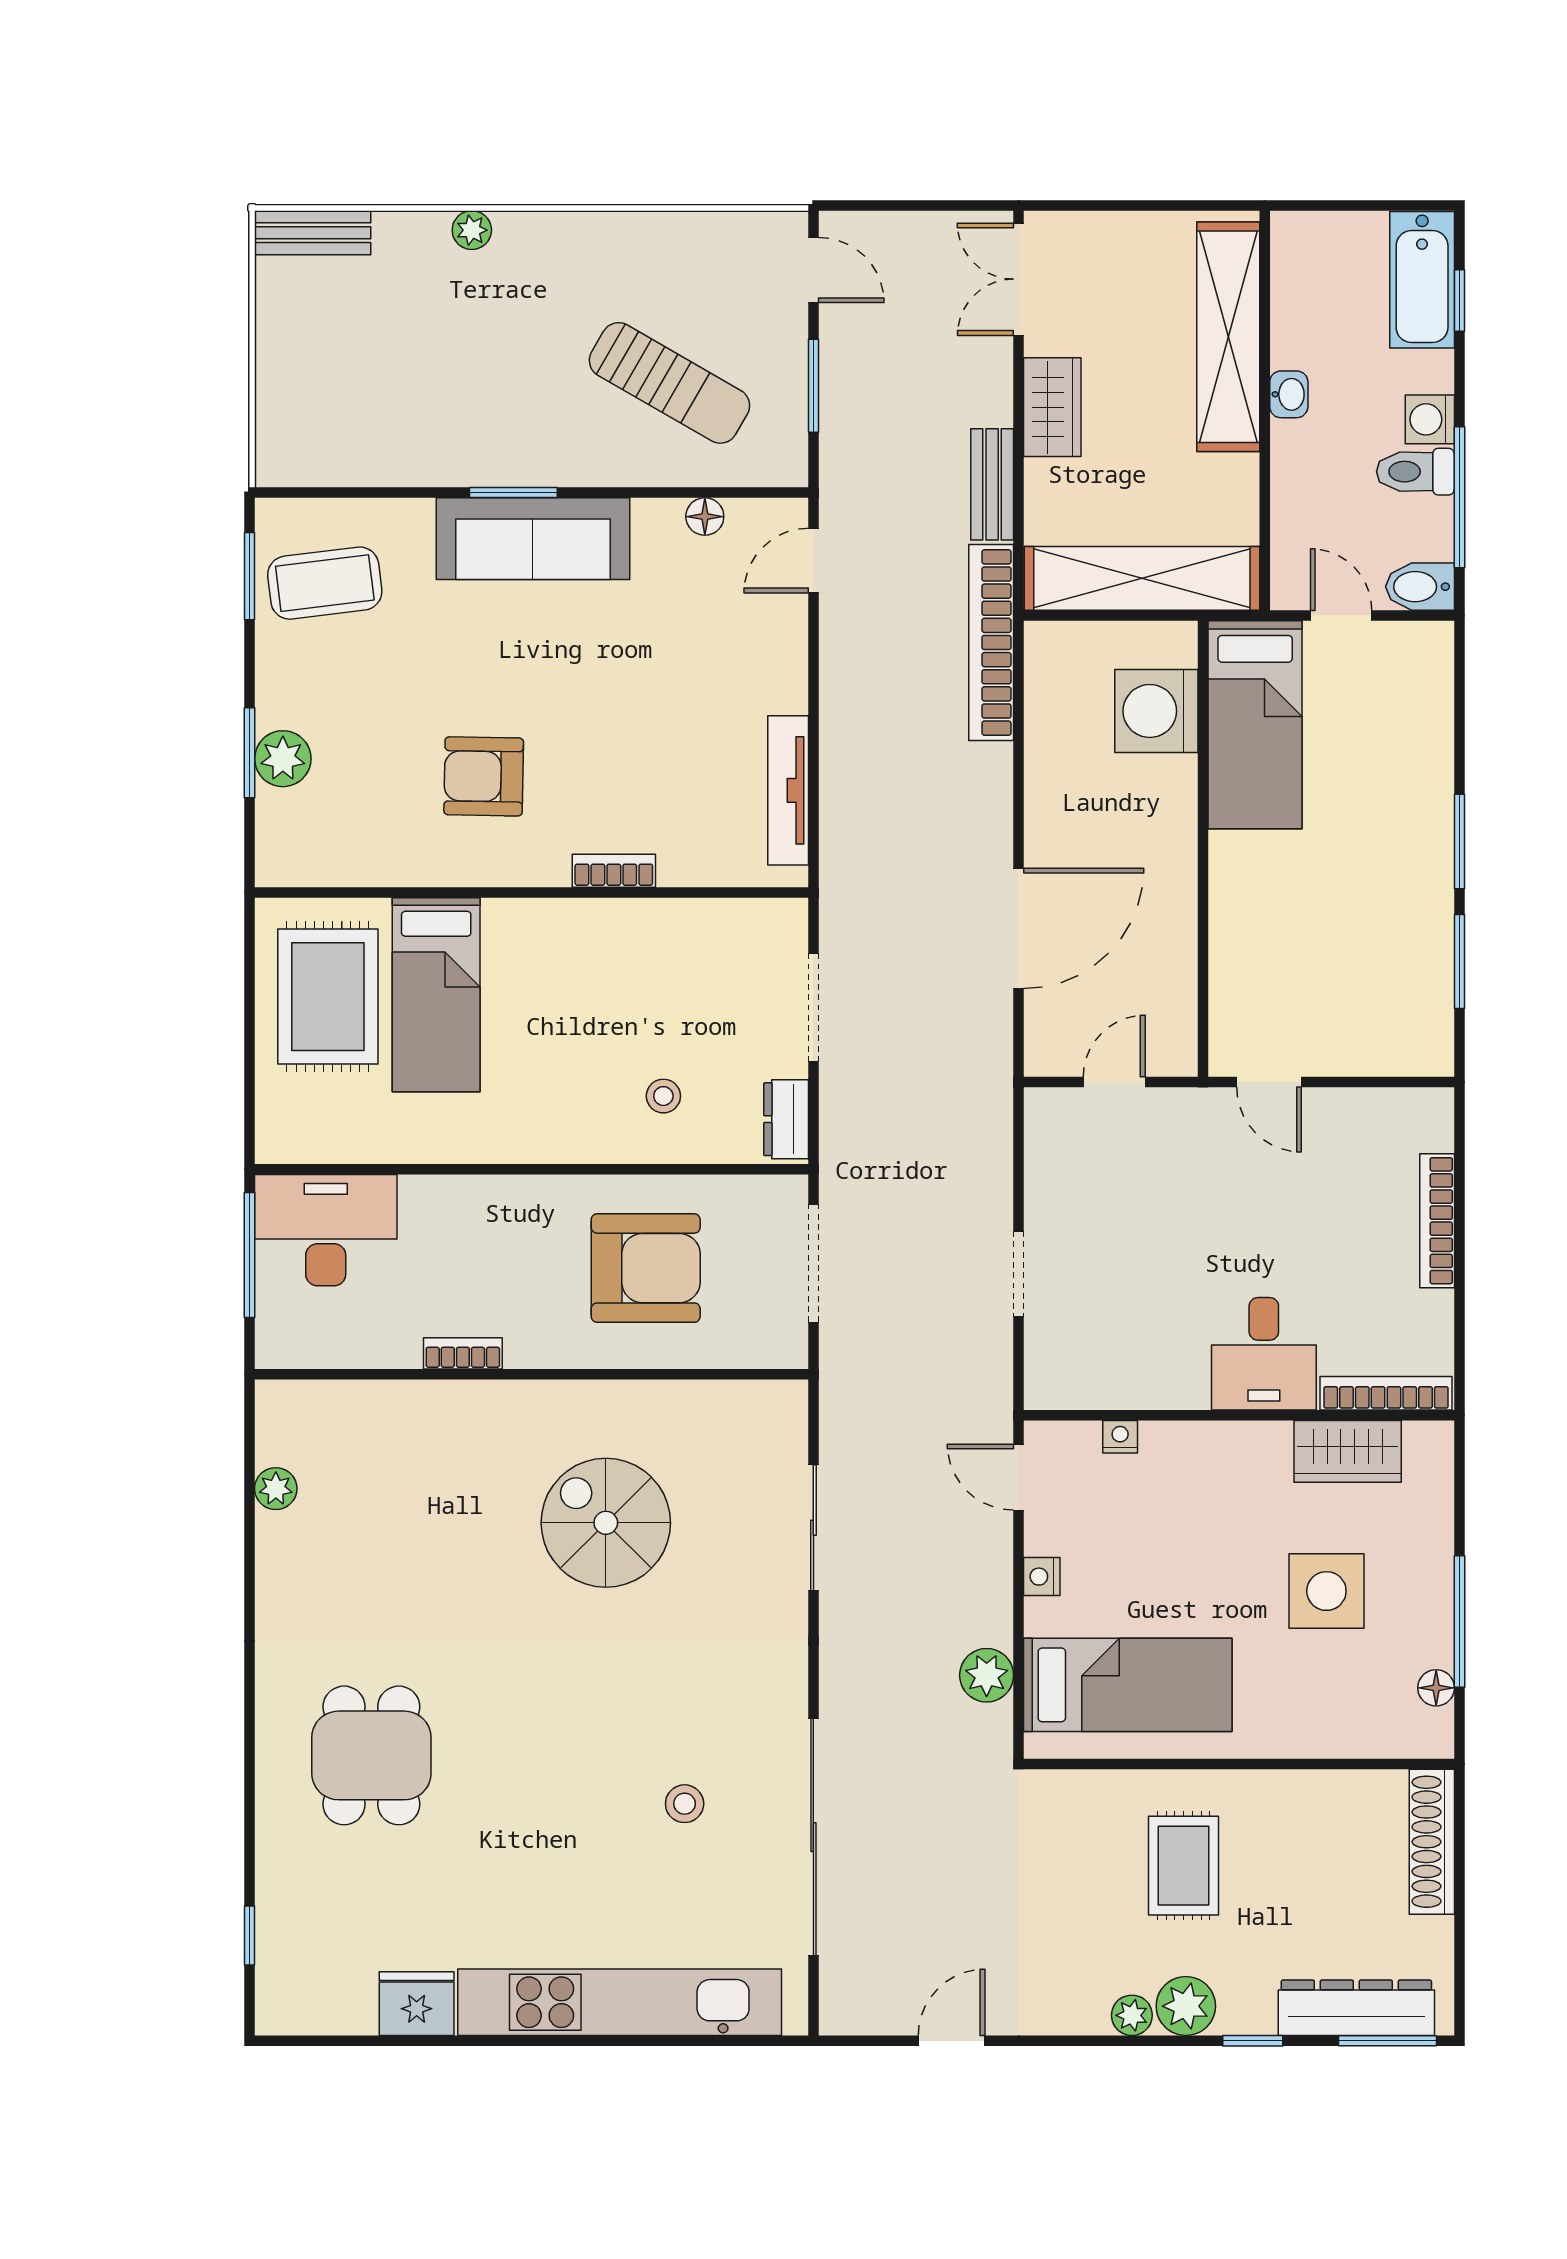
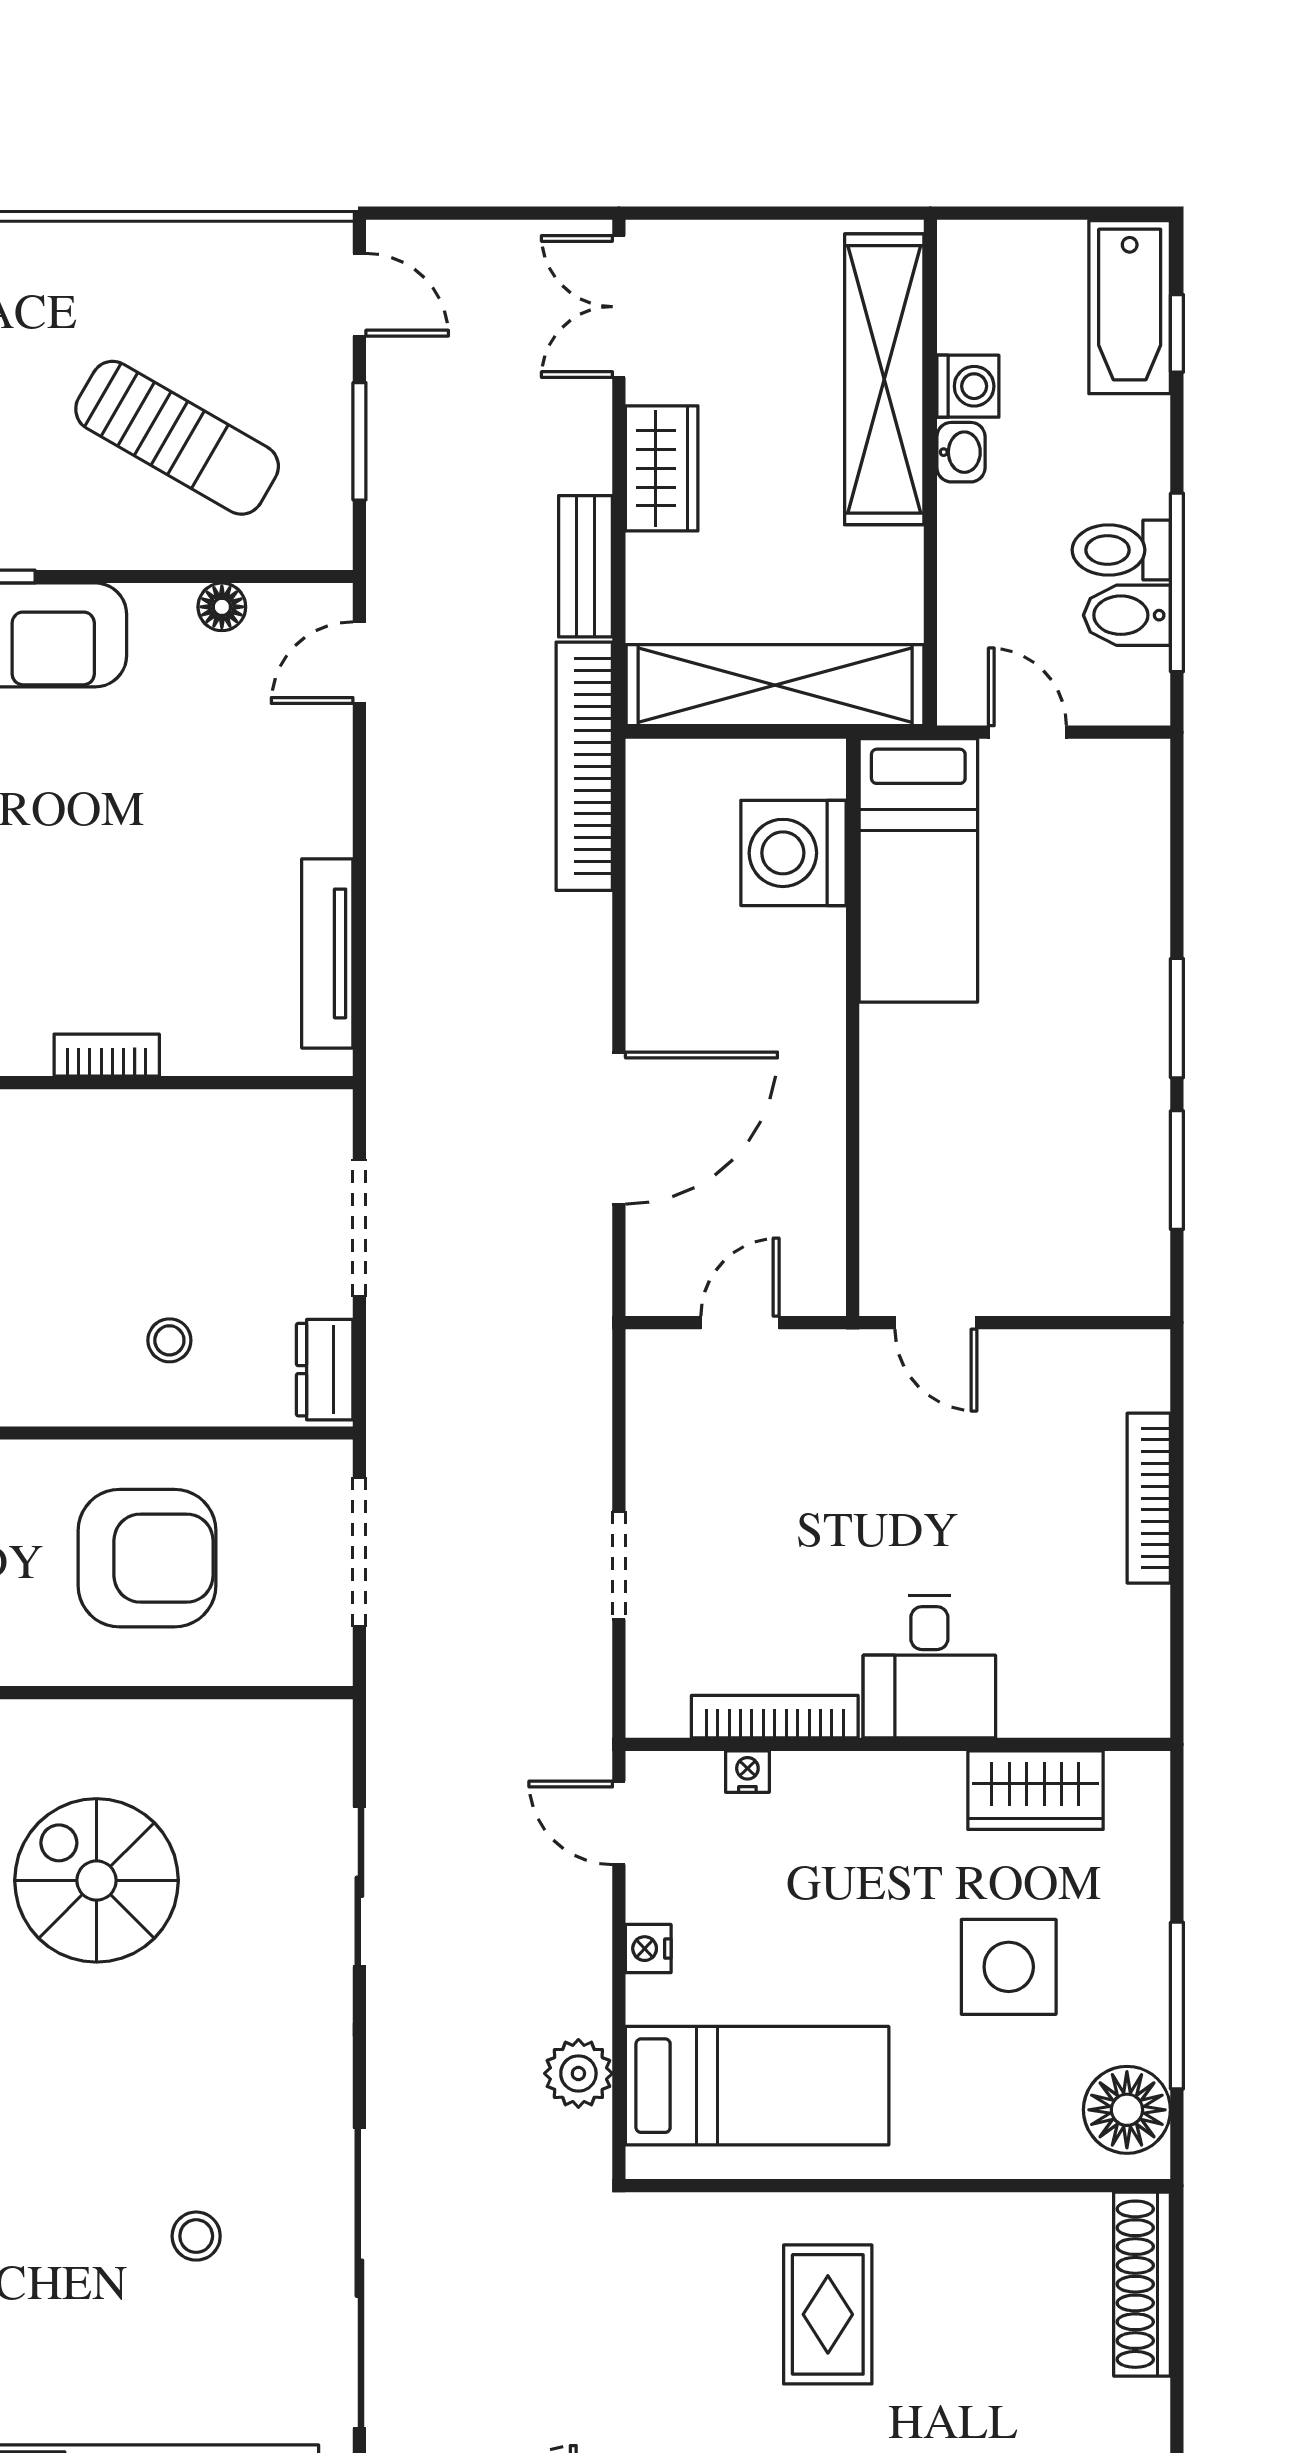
washing machine: (1430, 419) -> (968, 386), moved, turned 180
bidet: (1420, 587) -> (1127, 615), moved
bookcase: (1386, 1393) -> (775, 1717), moved
floor lamp: (1436, 1688) -> (1127, 2110), width x1.89, depth x1.89

